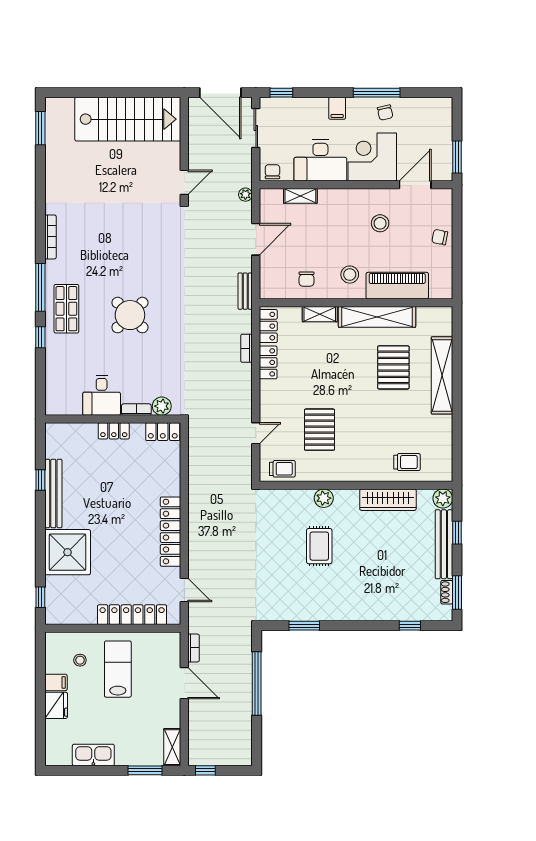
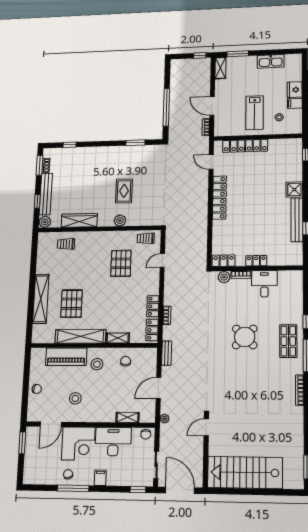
shower: (68, 552) -> (294, 190), width x0.54, depth x0.54

